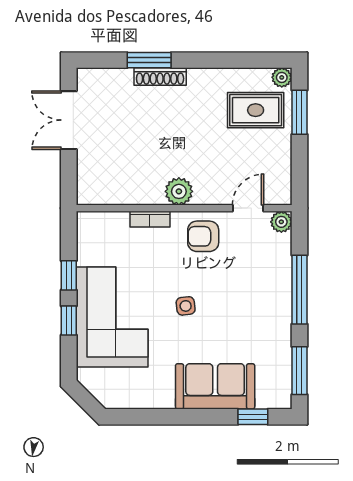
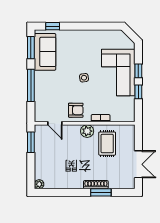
rug: (256, 110) -> (107, 144), moved, turned 90
window: (299, 112) -> (31, 142), moved
door: (248, 208) -> (55, 123), hinge flipped
plant: (281, 222) -> (39, 117), removed
sofa: (215, 386) -> (45, 52), moved, turned -90

